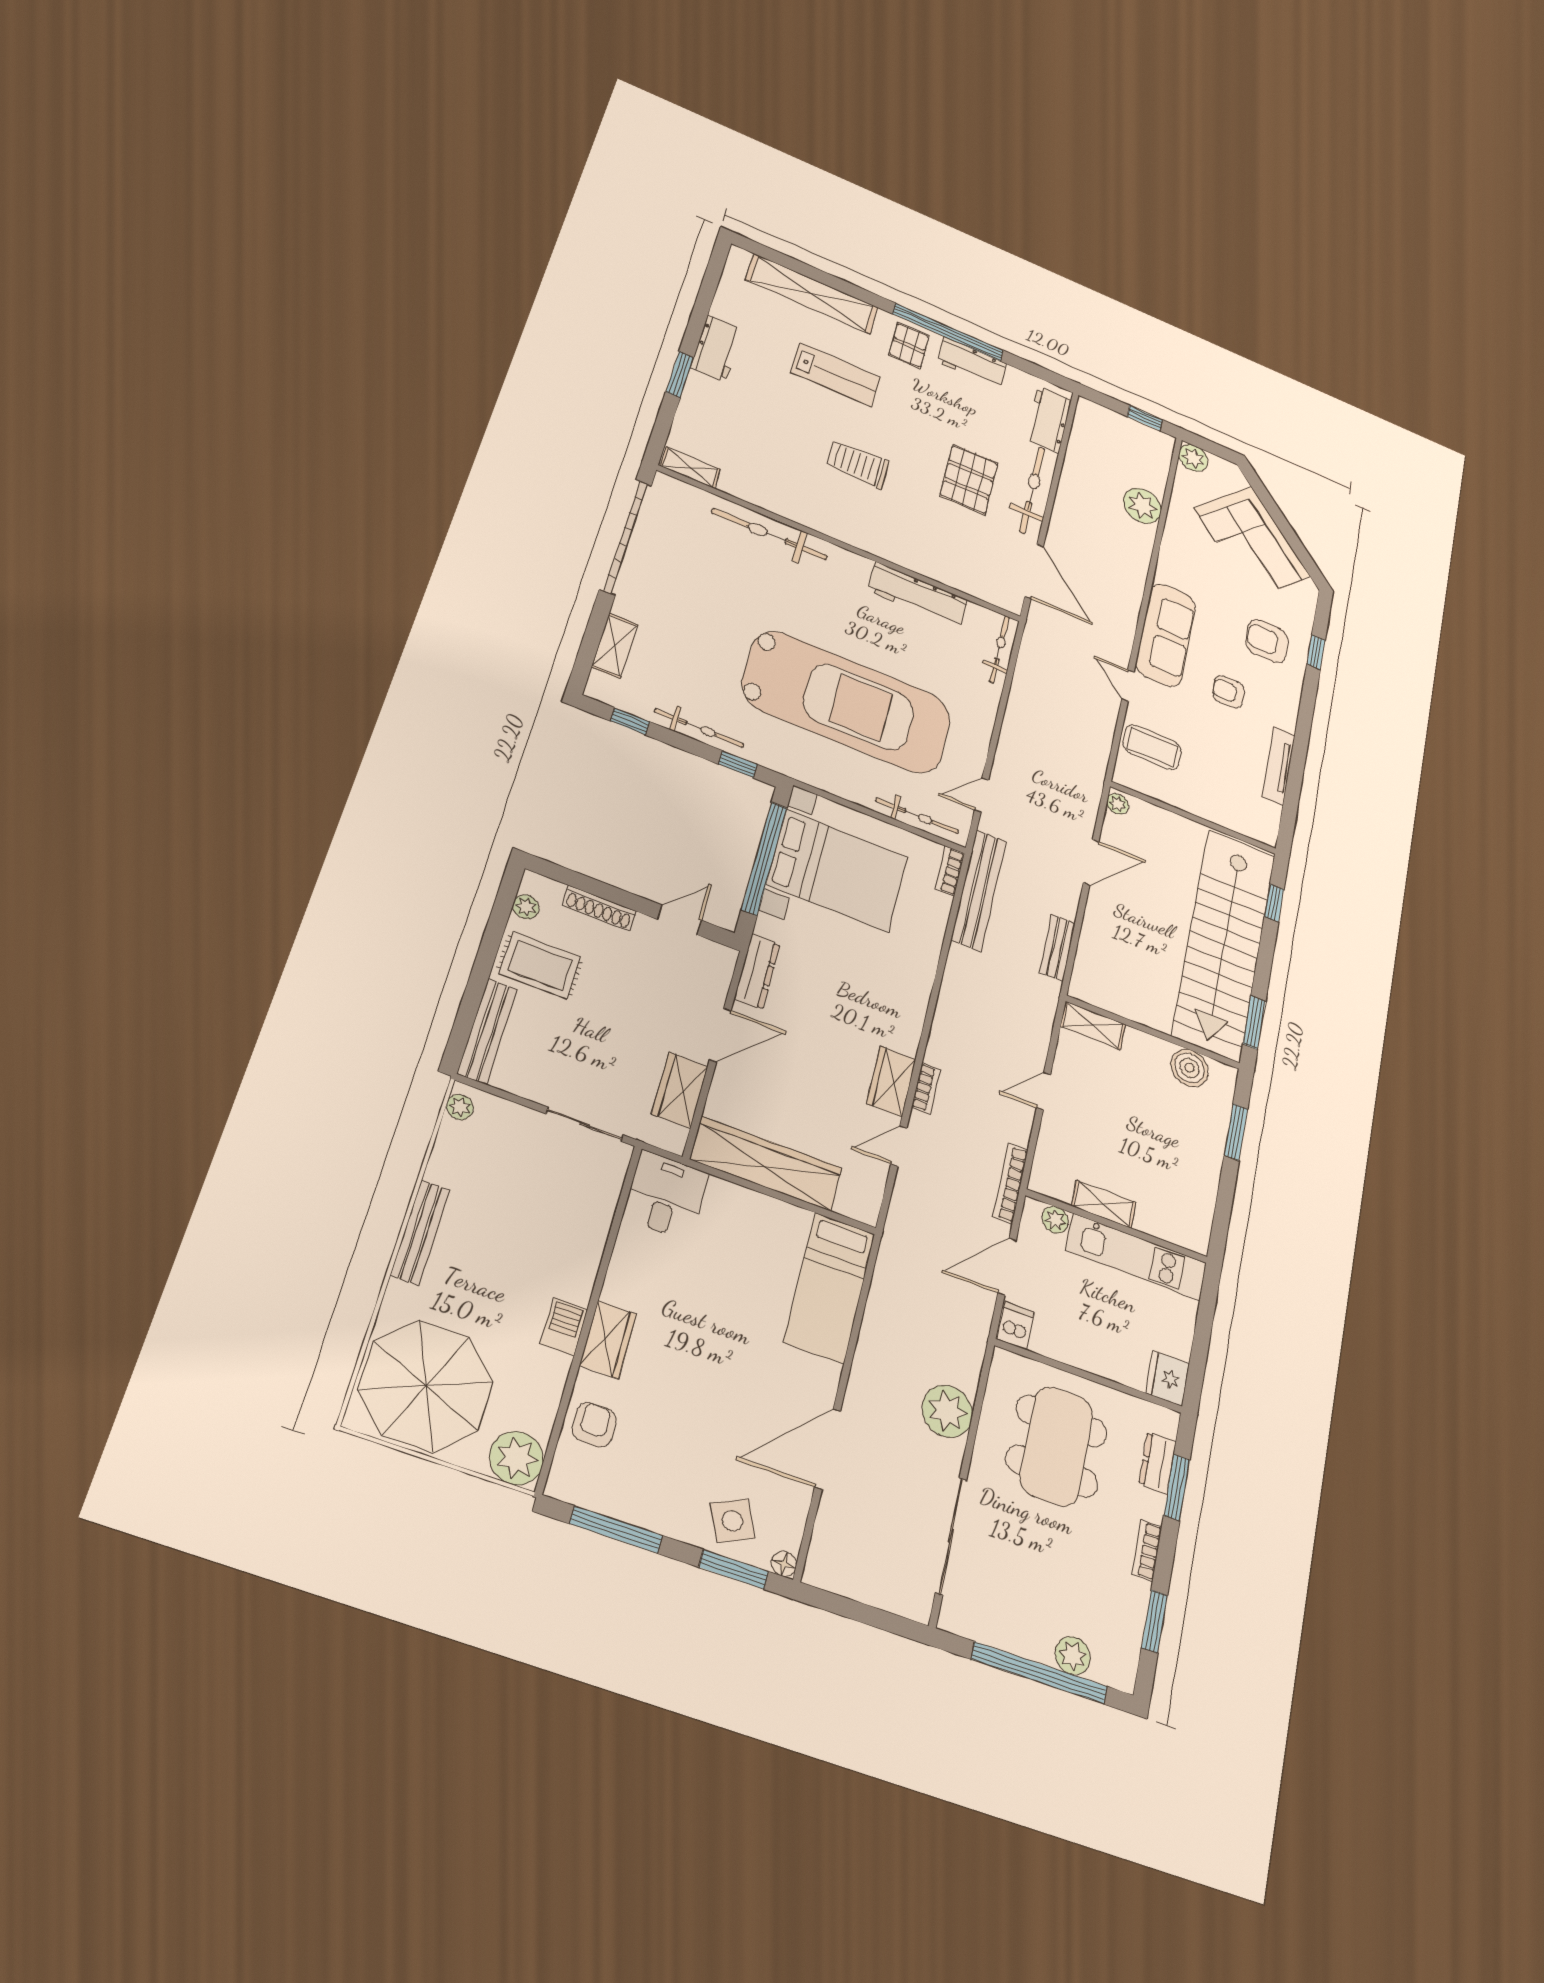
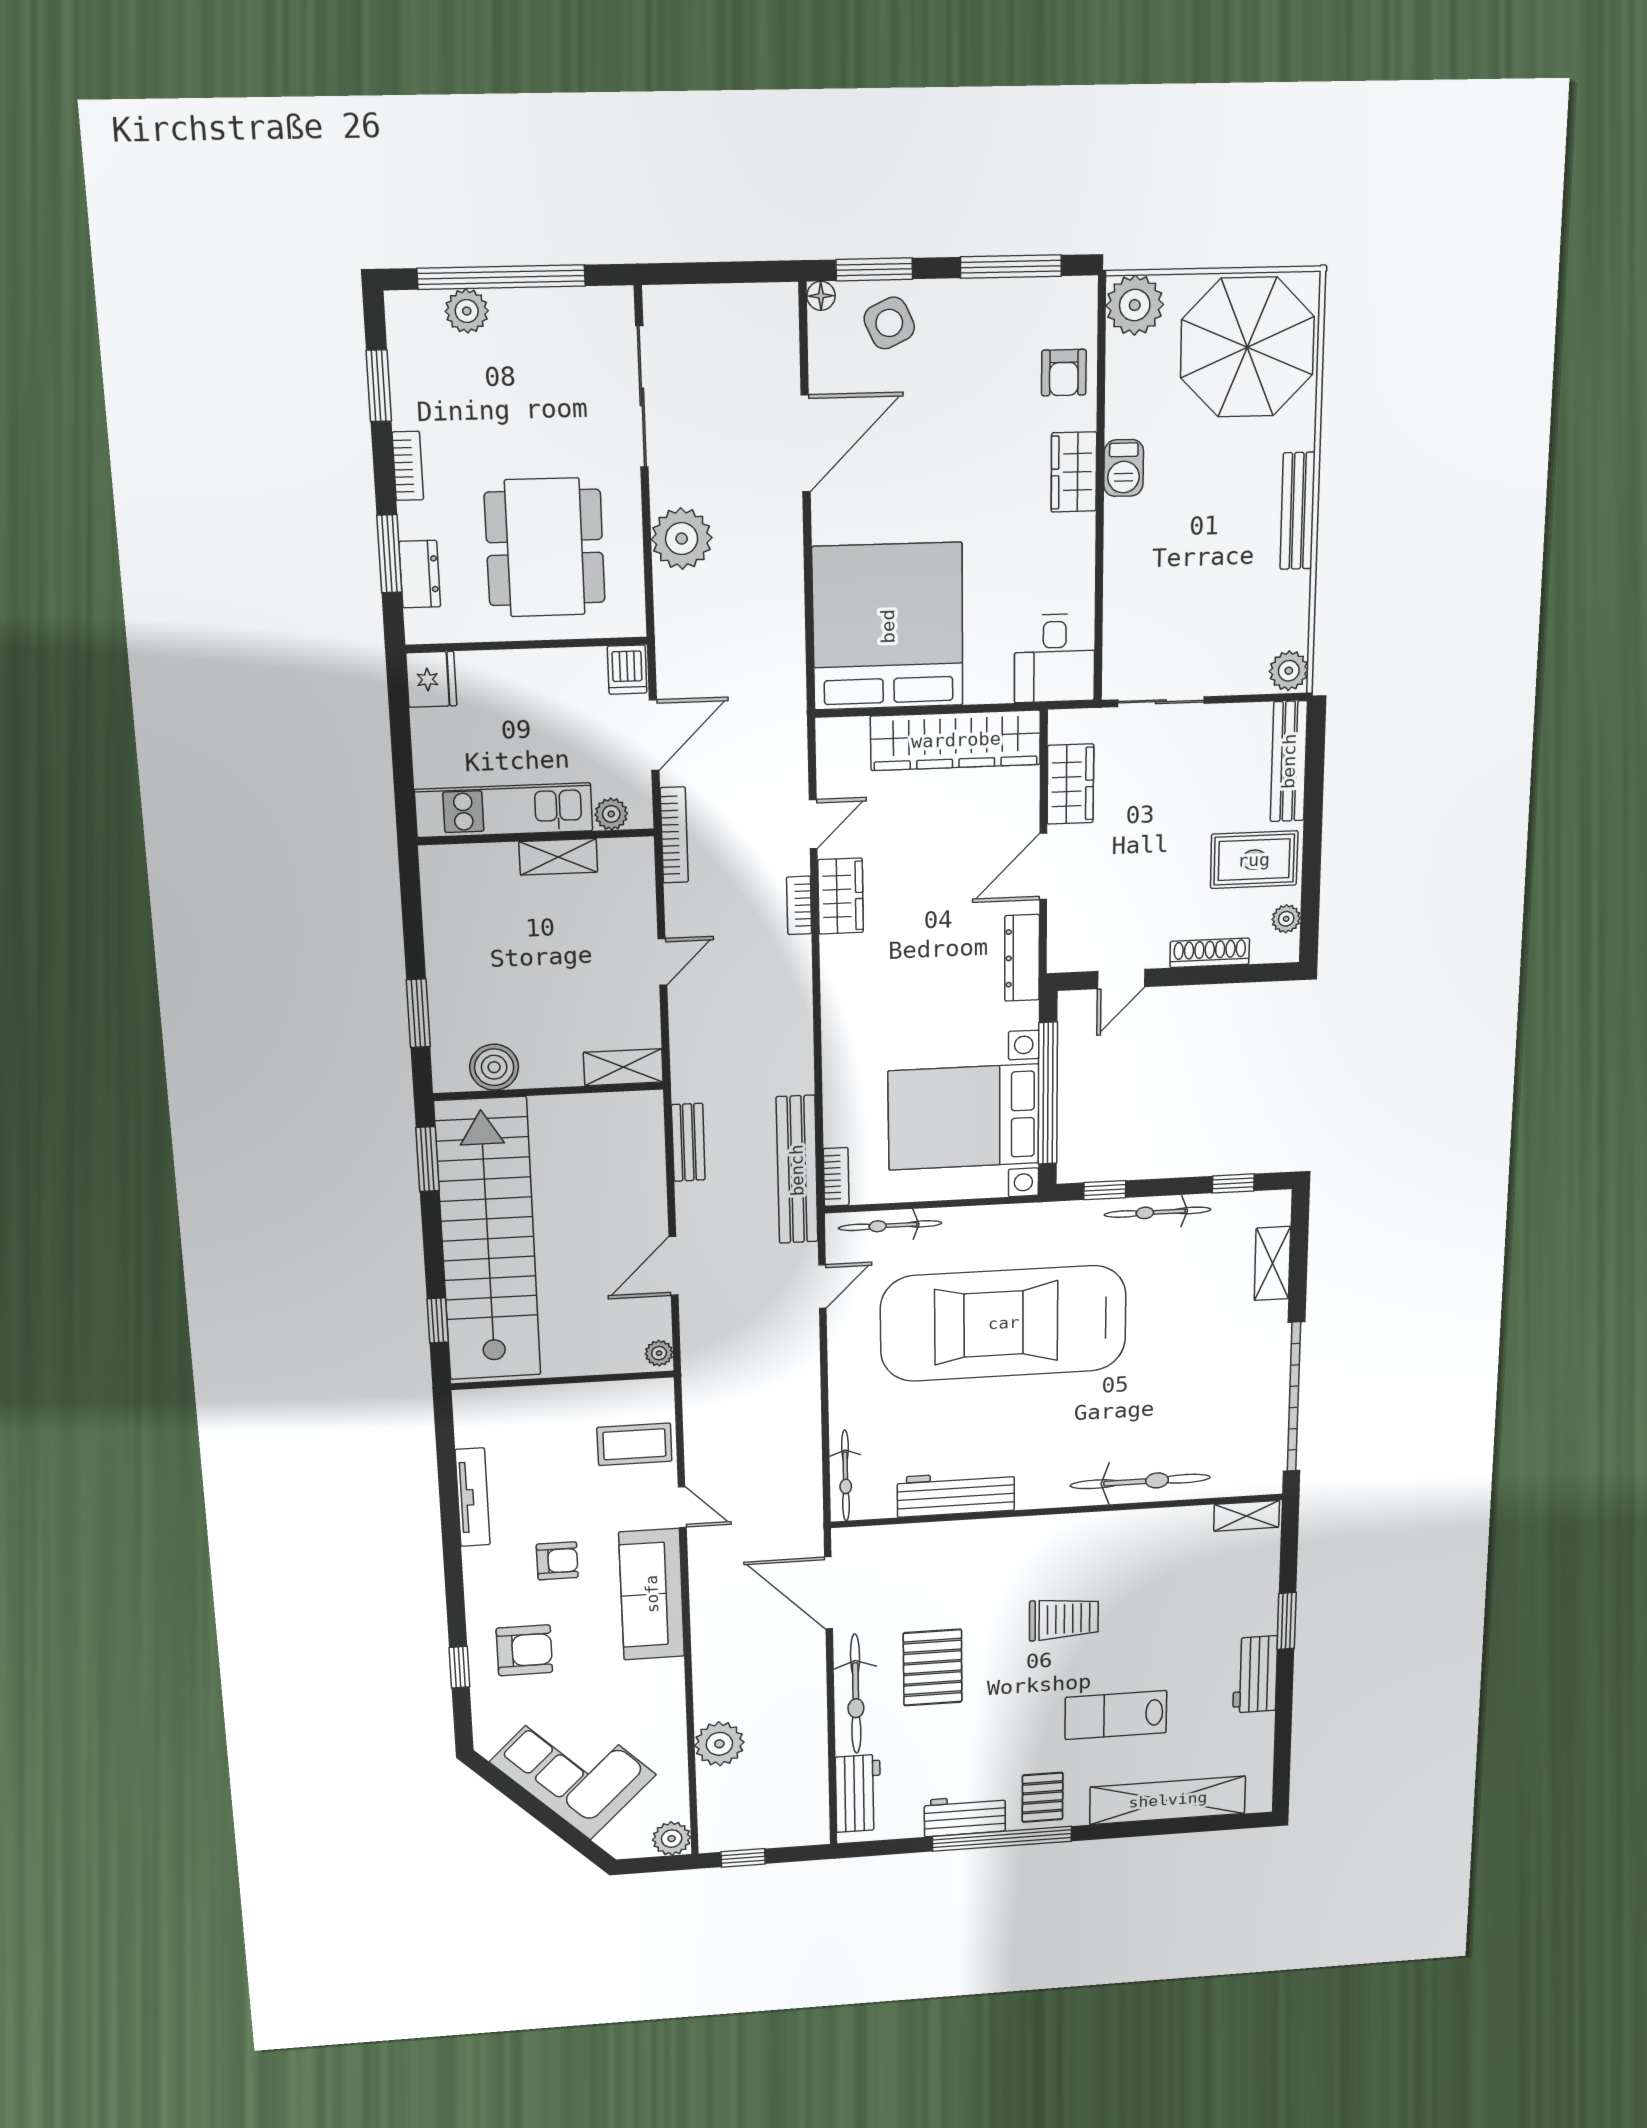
plant: (460, 1107) -> (1289, 671), width x1.38, depth x1.38
bed: (830, 1288) -> (888, 626), width x2.04

